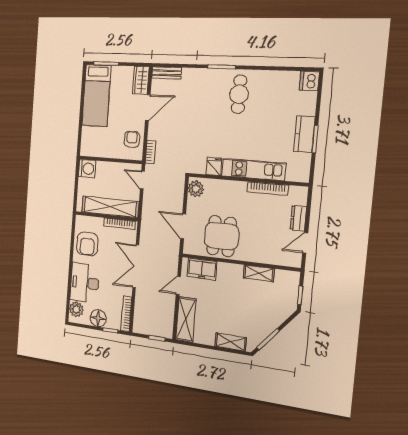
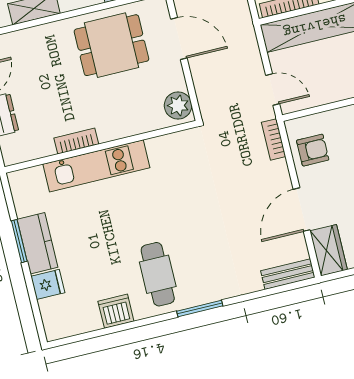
dishwasher: (309, 81) -> (116, 311), moved, turned -90
armchair: (132, 139) -> (313, 150), turned -90
fridge: (214, 166) -> (48, 284), moved, turned -90
bookcase: (268, 189) -> (76, 141), width x0.64
dining table: (222, 236) -> (111, 45), turned 90

